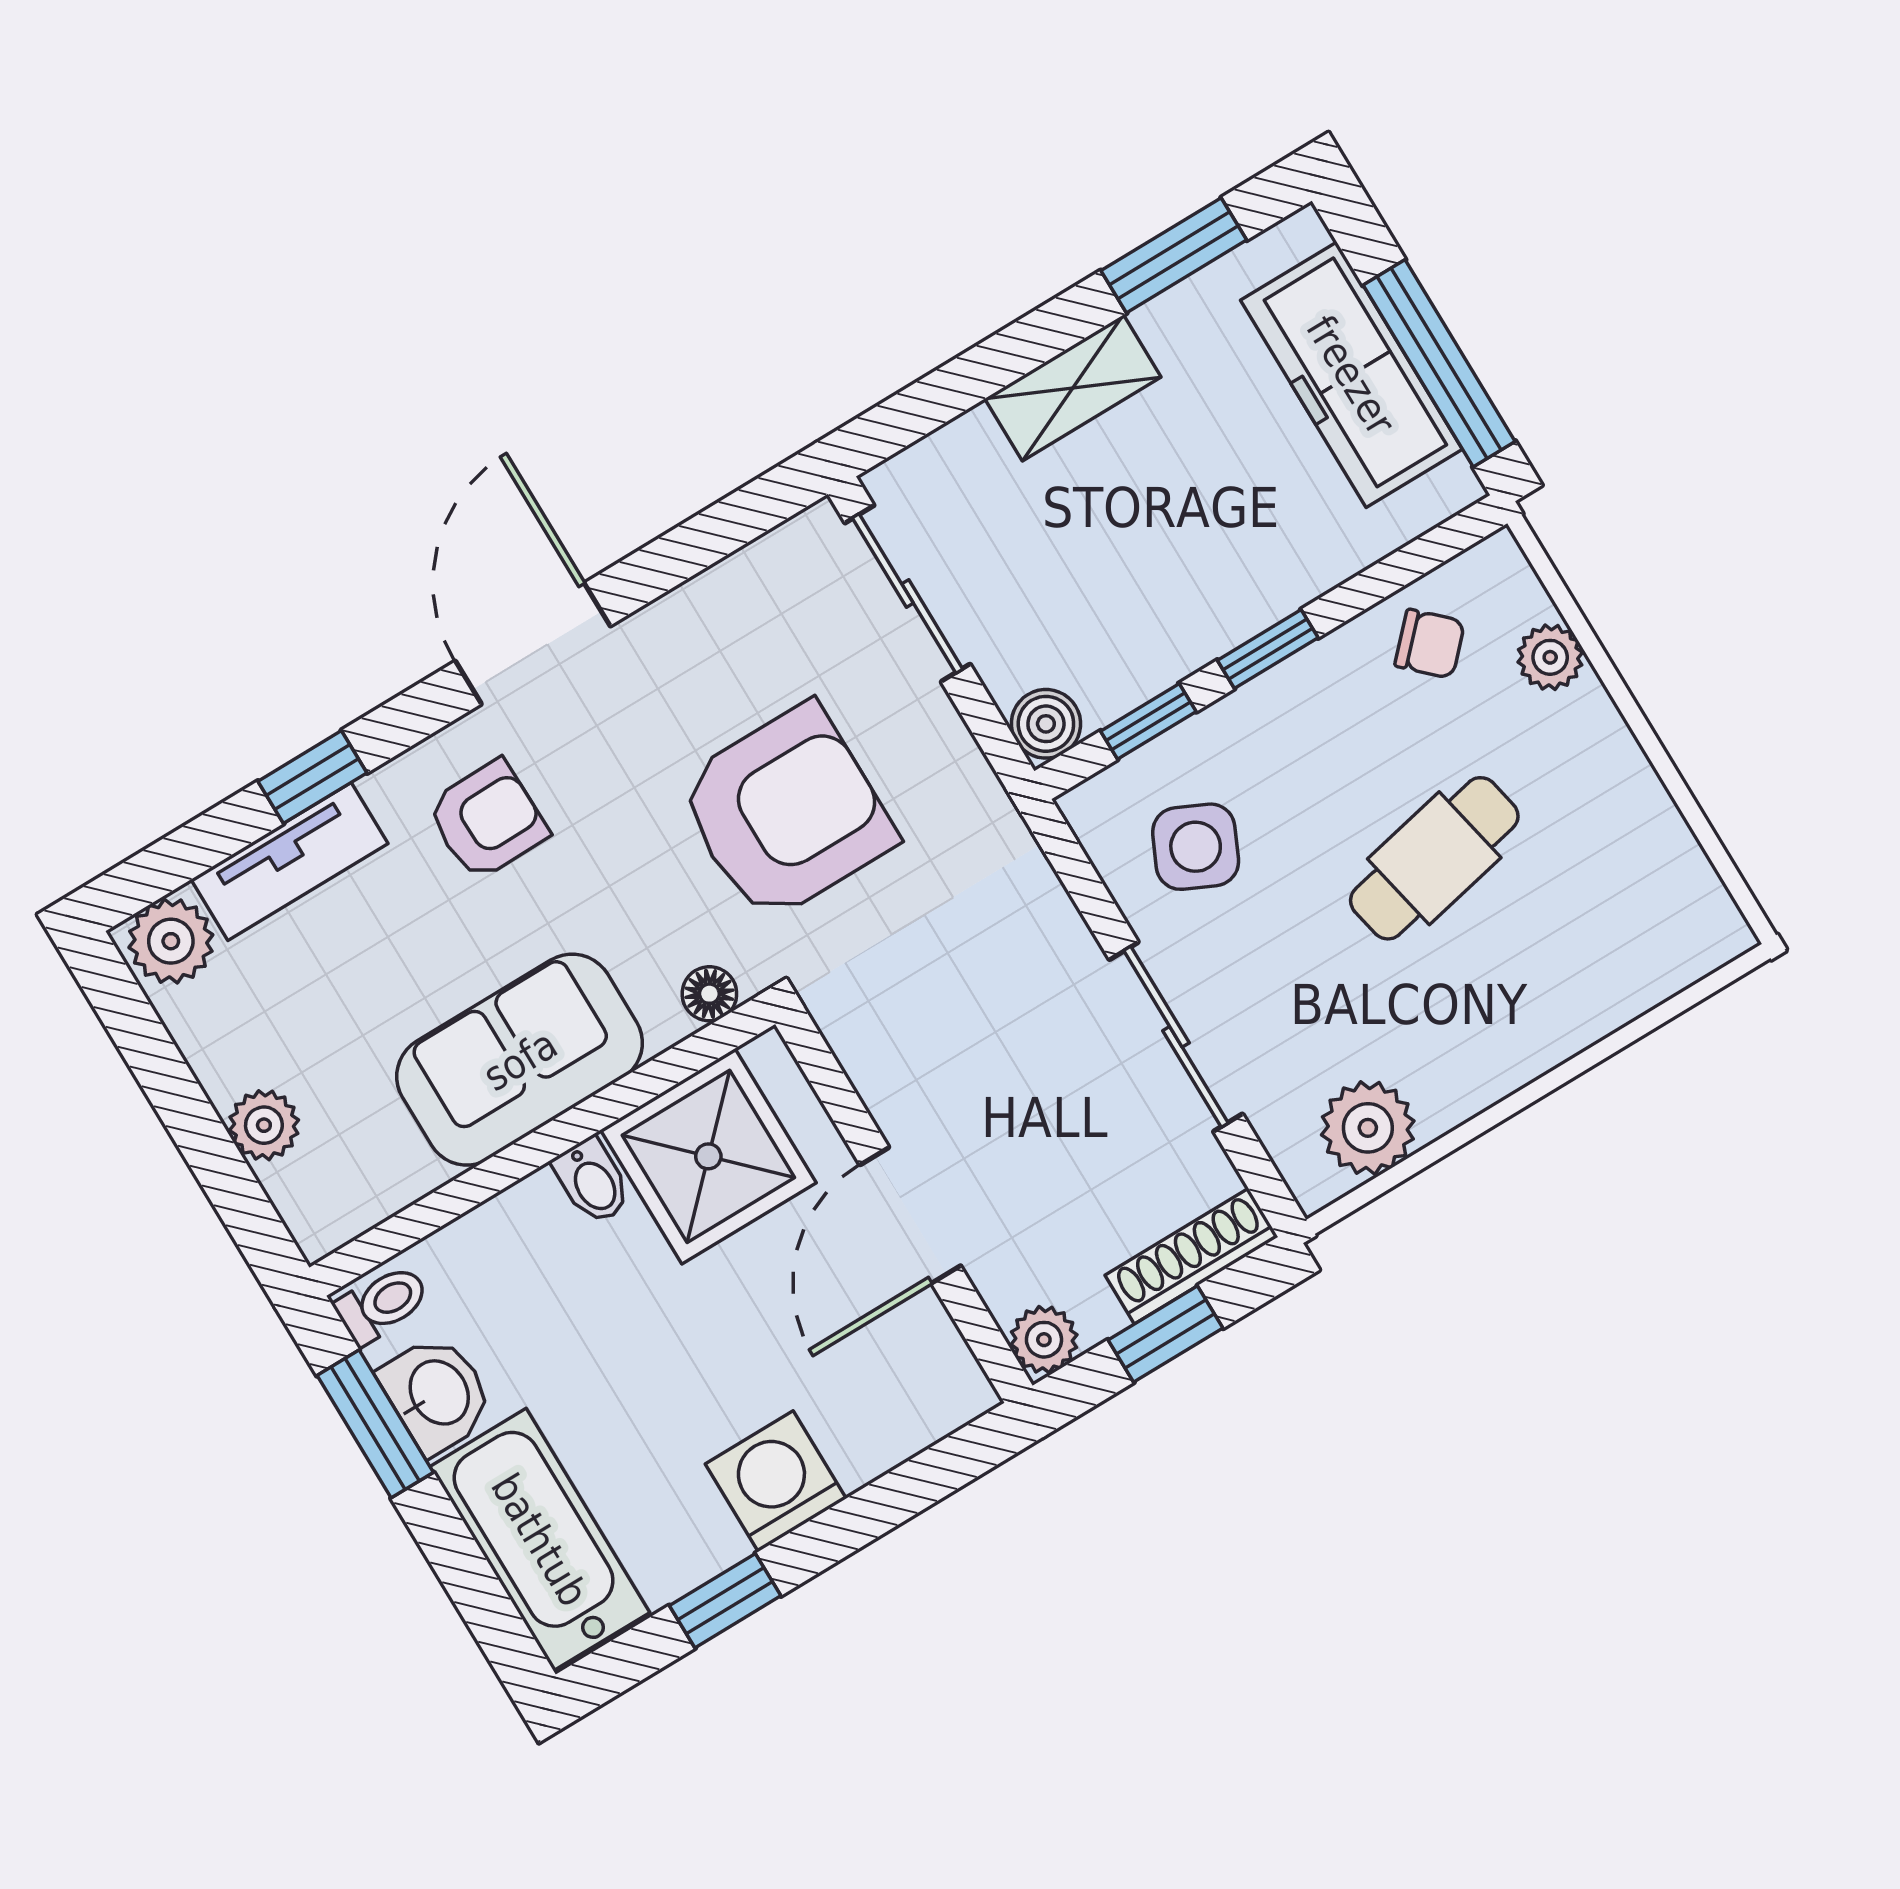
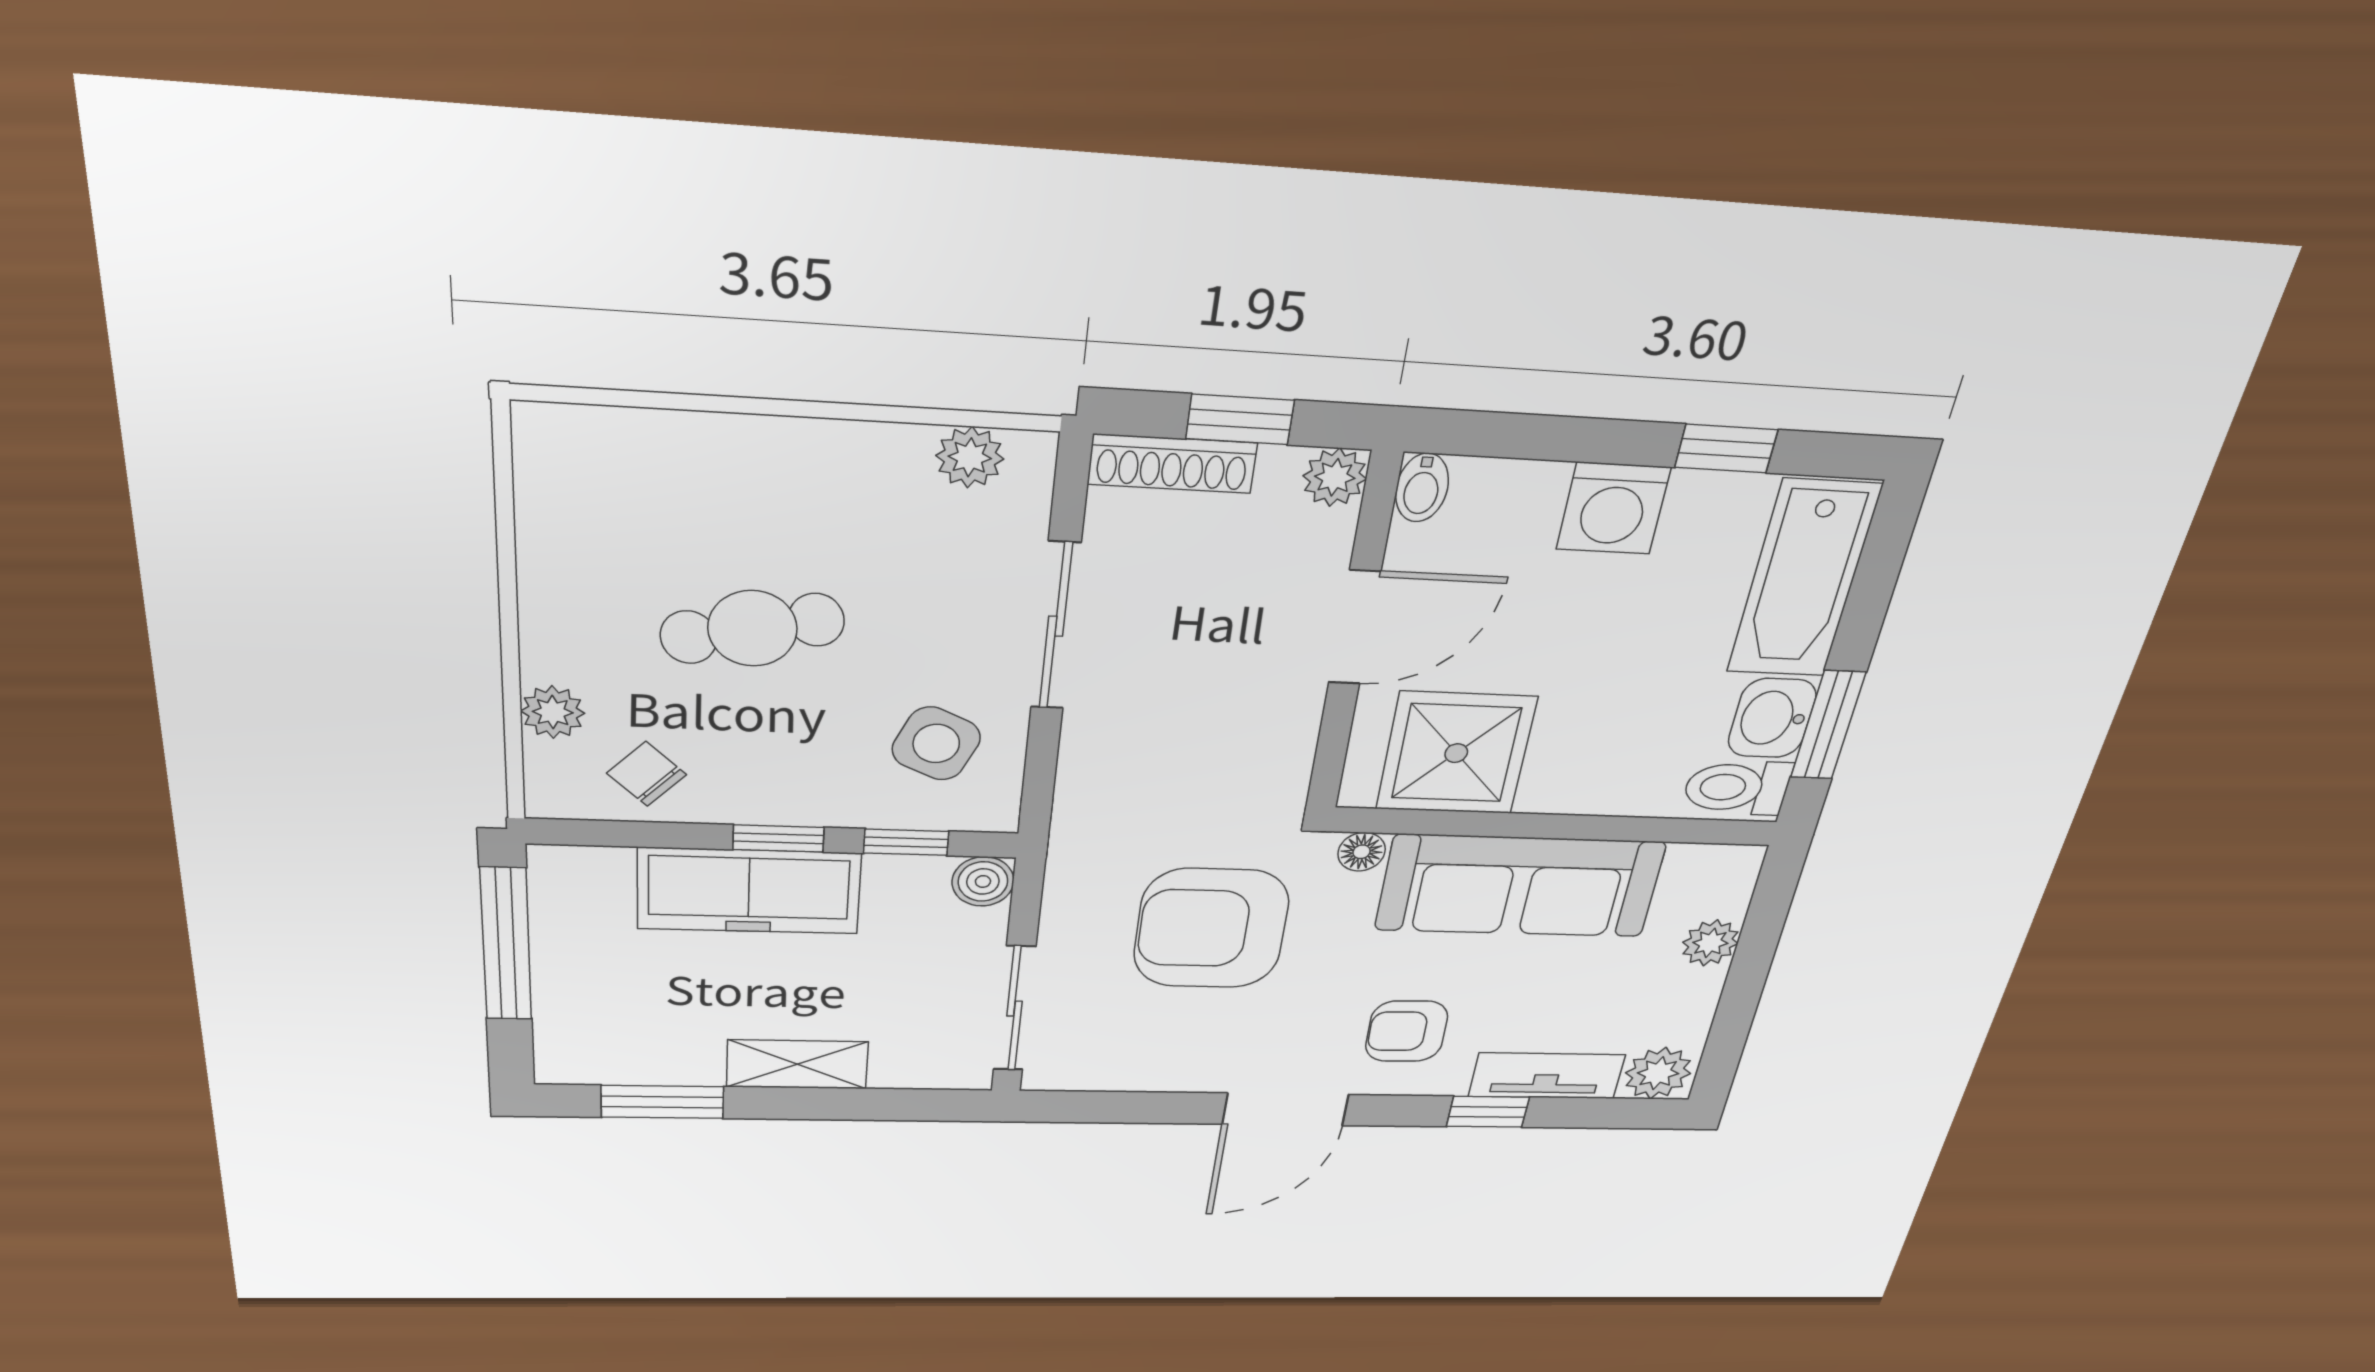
freezer: (1351, 375) -> (749, 891), moved, turned 90
sofa: (520, 1060) -> (1520, 886), width x1.36
plant: (1368, 1128) -> (970, 457), width x0.73, depth x0.73
bidet: (592, 1181) -> (1422, 488), moved, turned 180
toilet: (382, 1304) -> (1737, 788), width x1.37, depth x1.39

